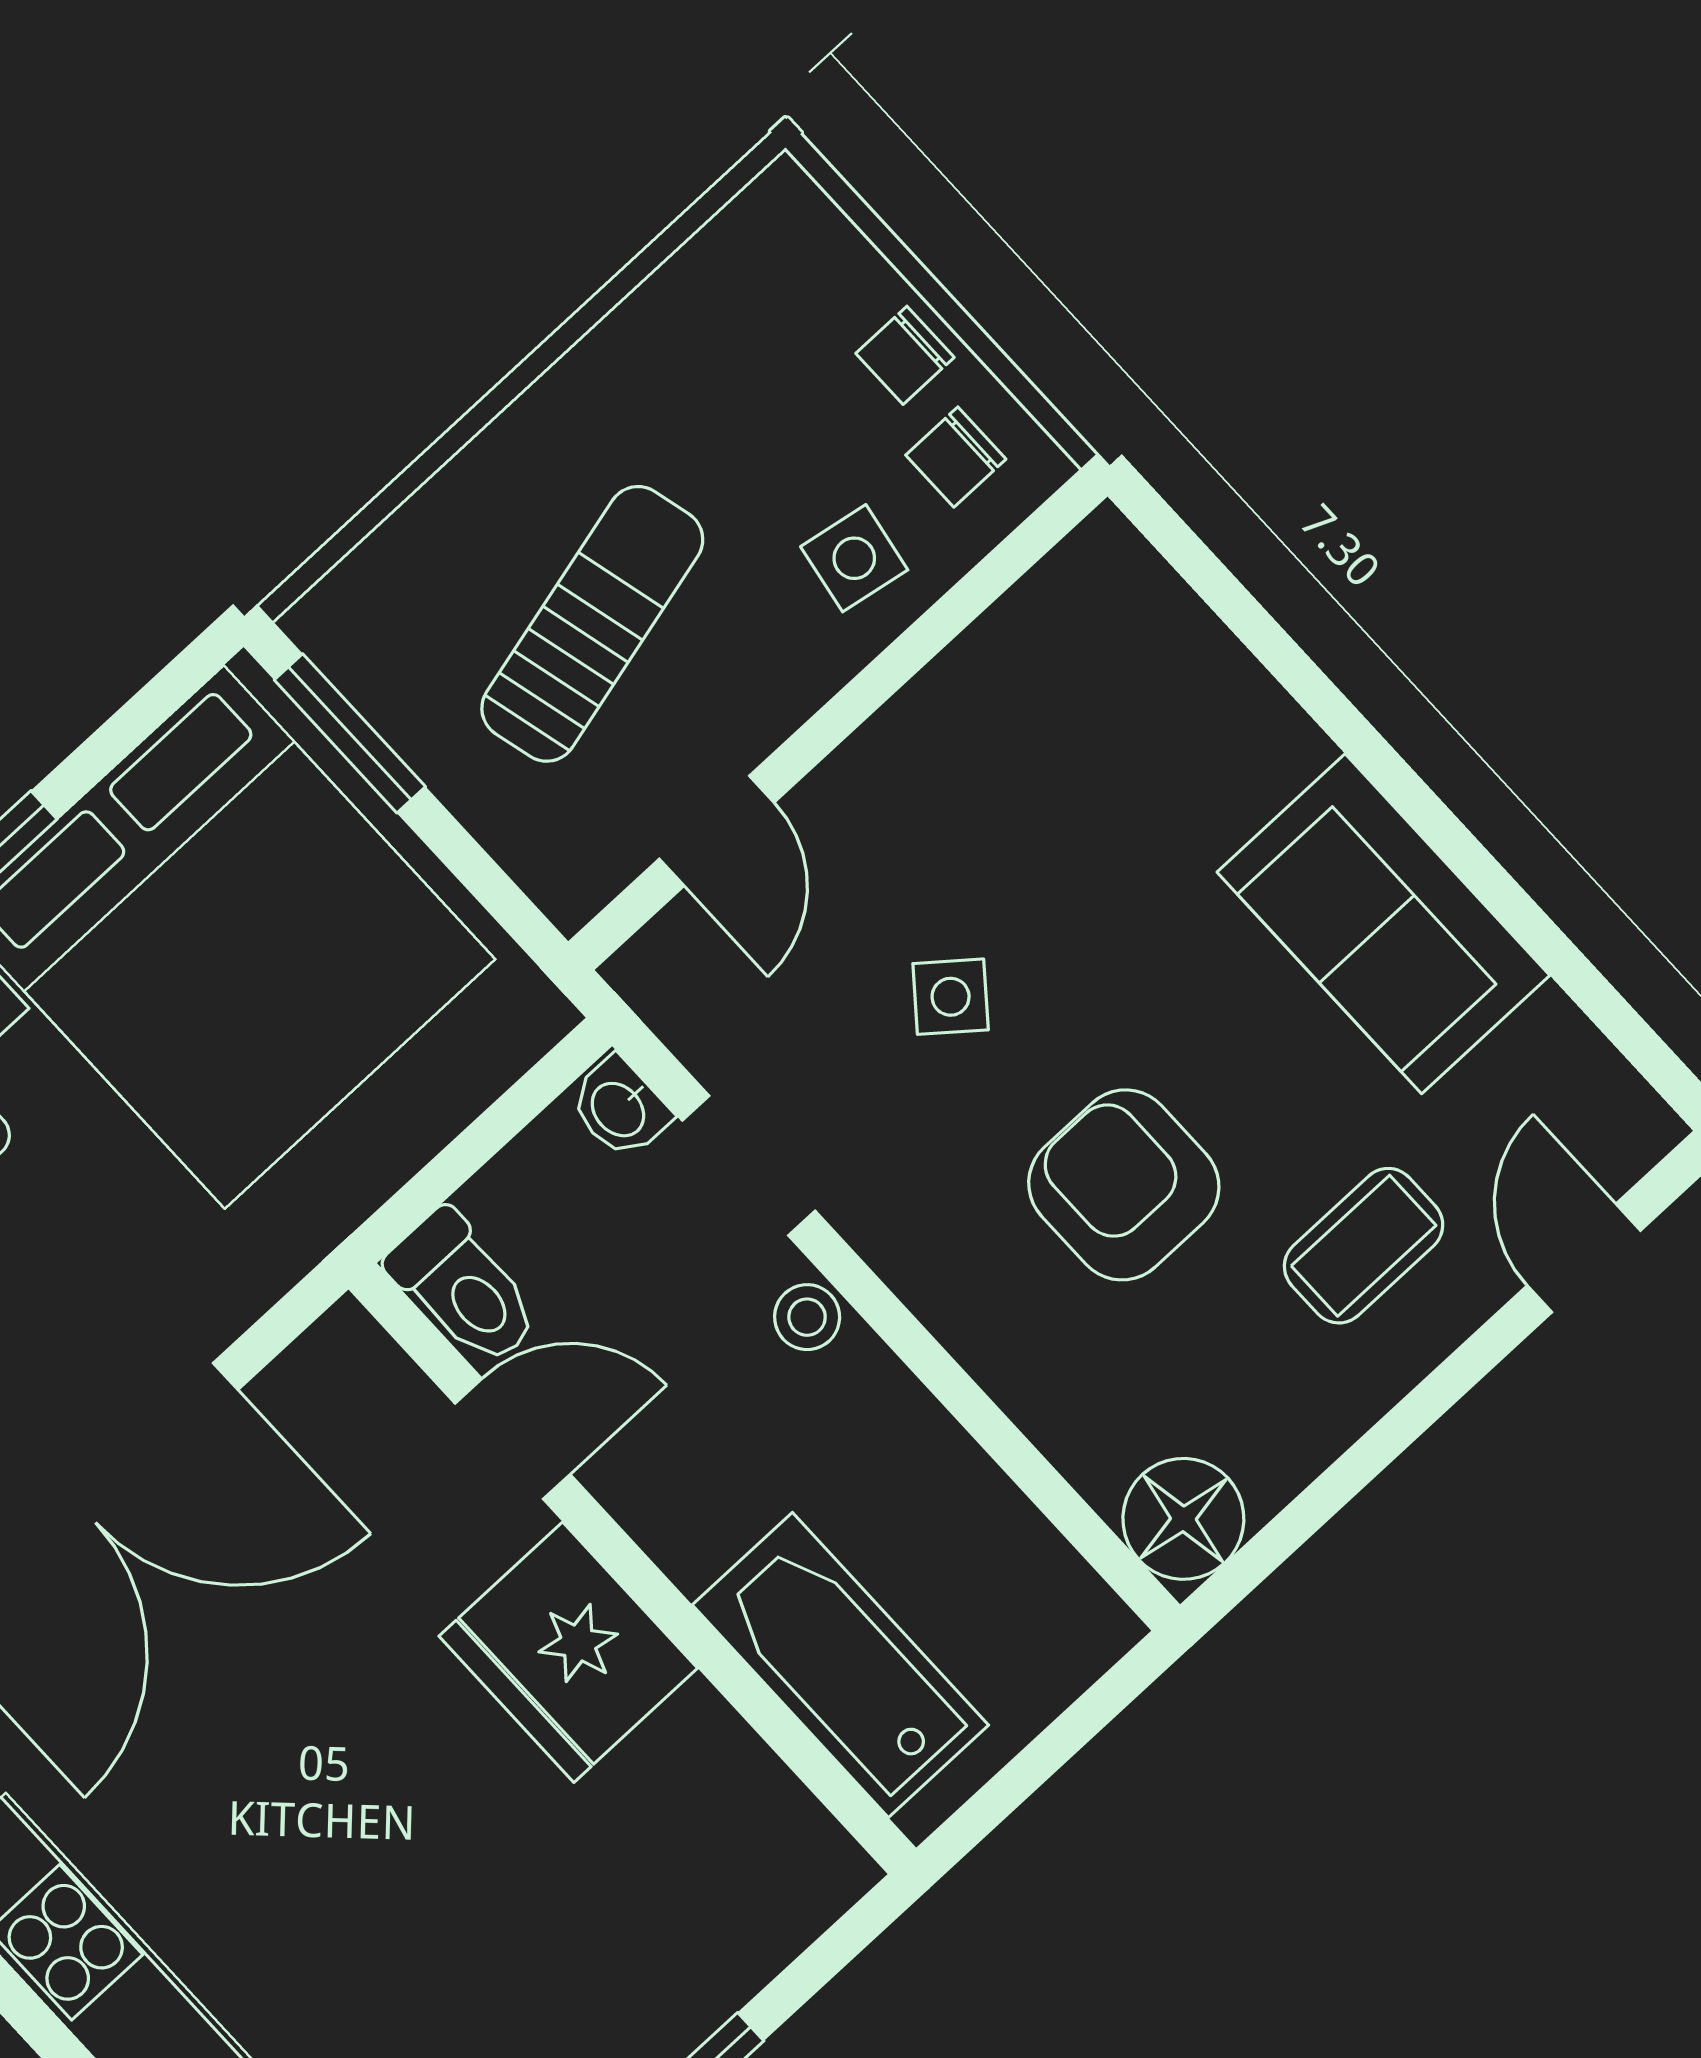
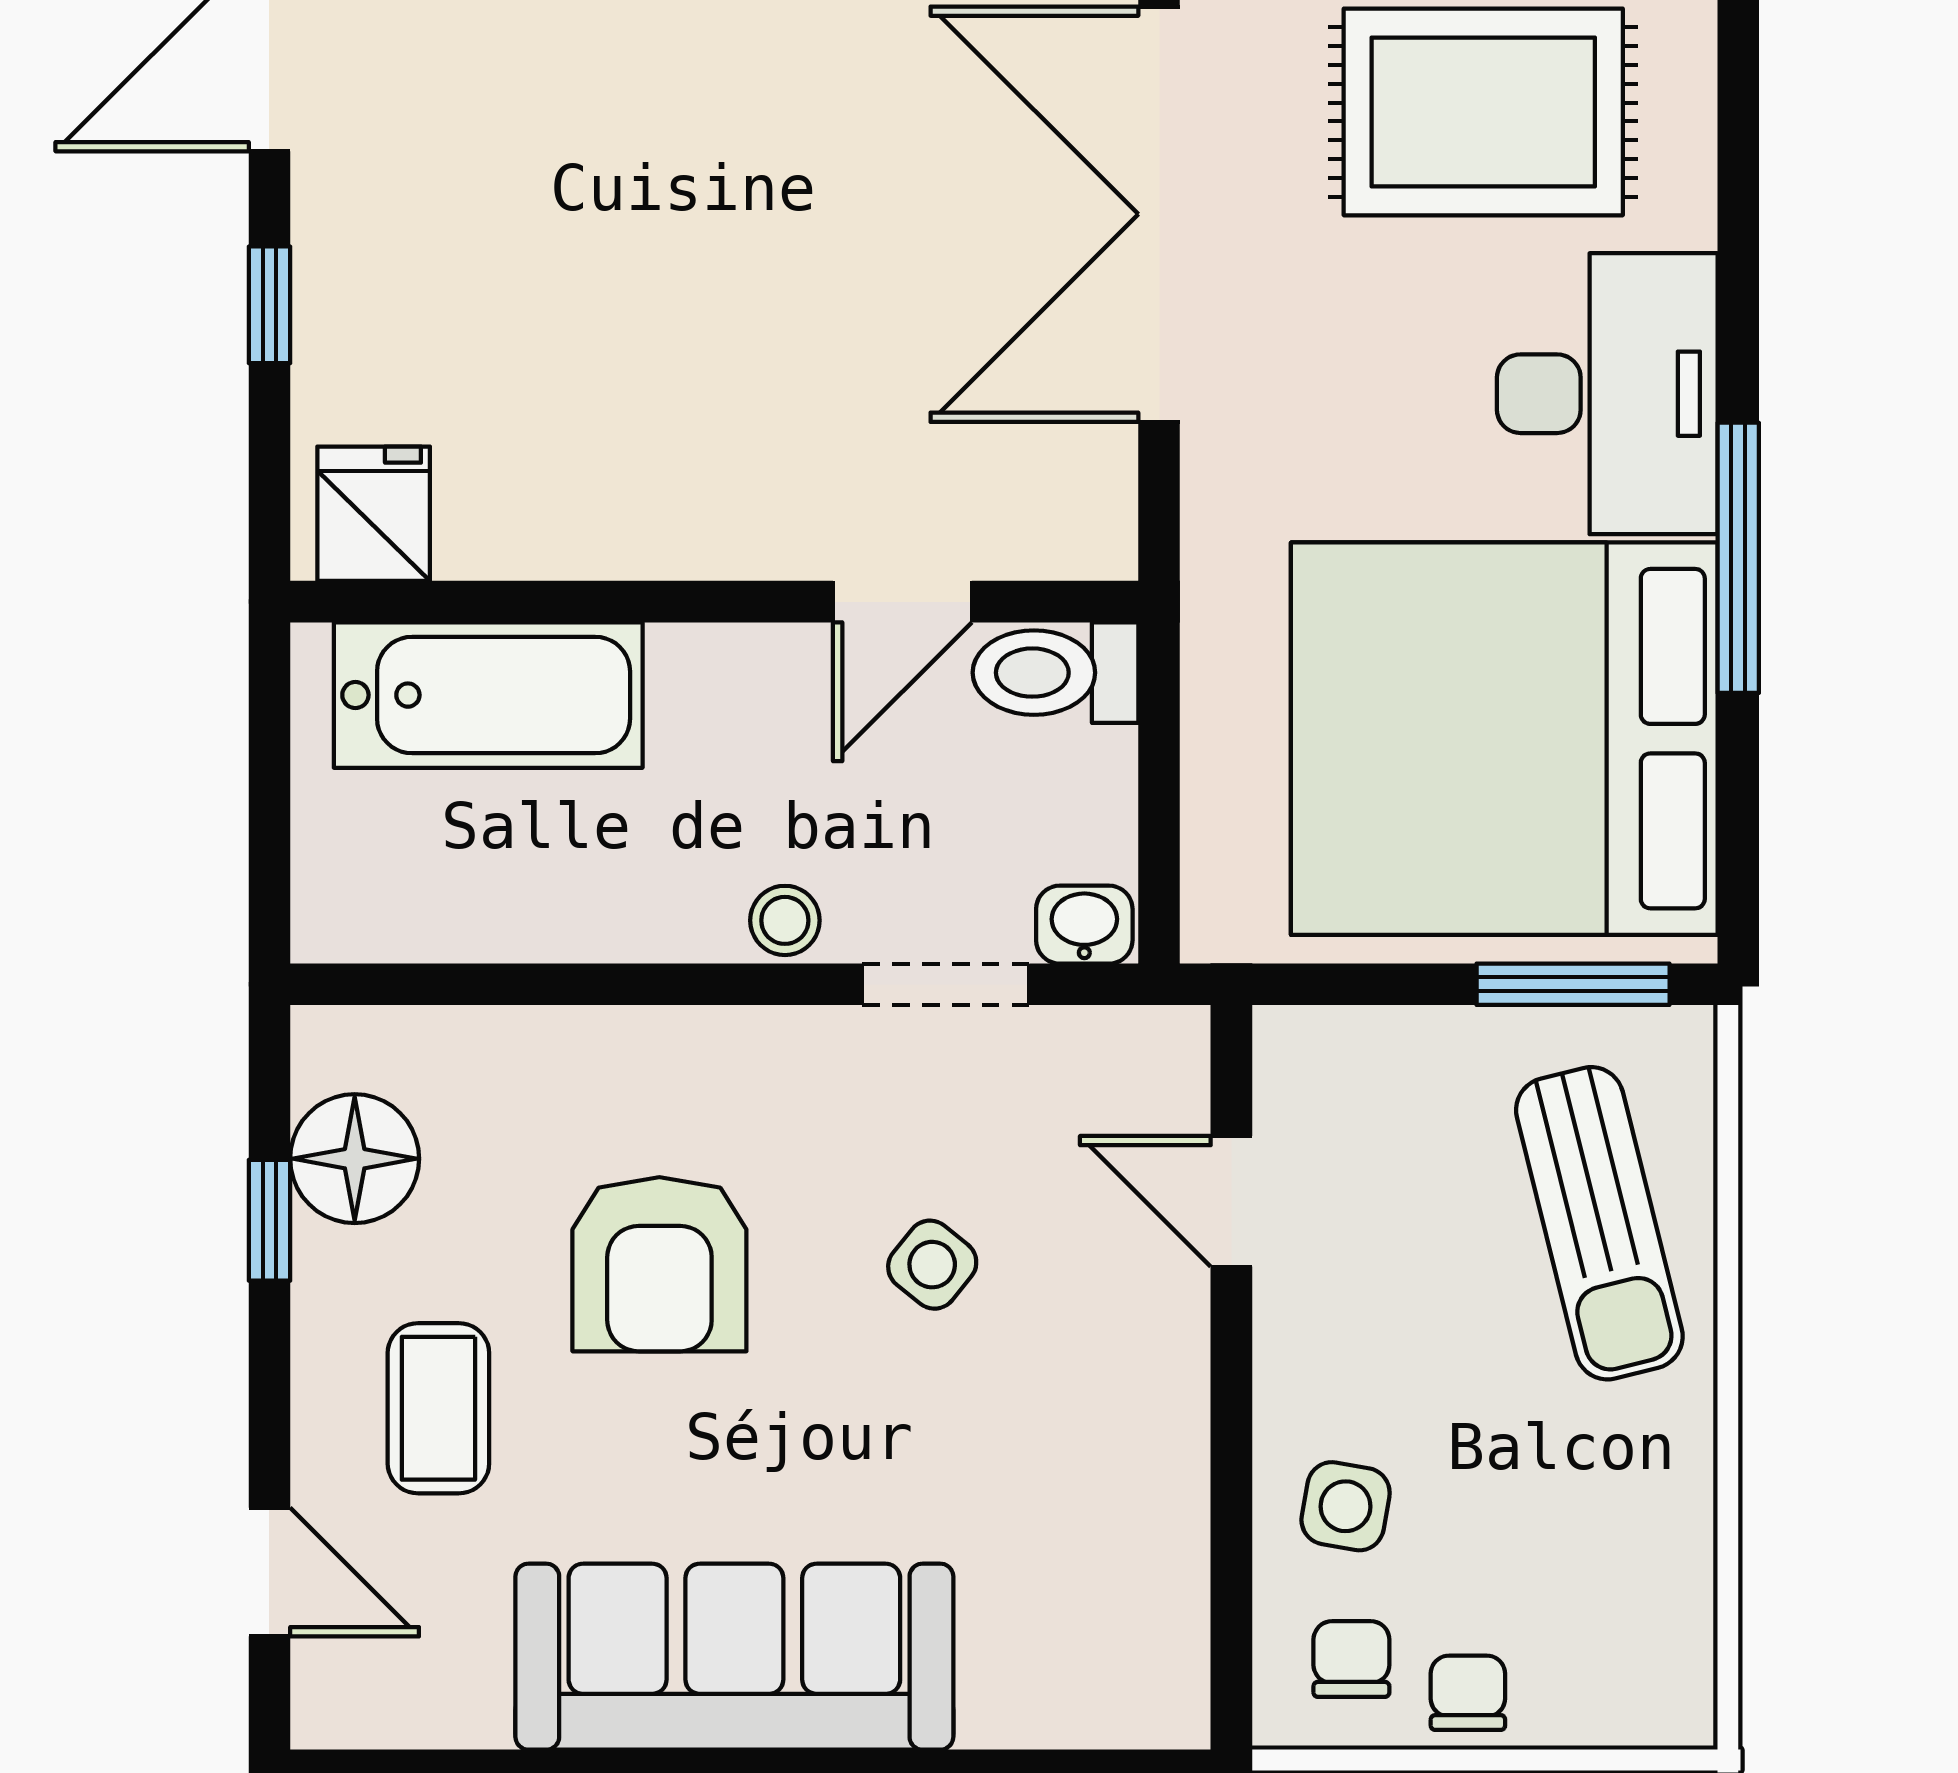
sun lounger: (592, 624) -> (1599, 1223), moved
sofa: (1383, 924) -> (734, 1657), width x1.36
armchair: (1124, 1185) -> (659, 1264), turned 90
window: (1341, 1482) -> (269, 1220), added
floor lamp: (1183, 1519) -> (355, 1159), moved
fridge: (568, 1652) -> (374, 514), moved, width x0.53, depth x0.75

